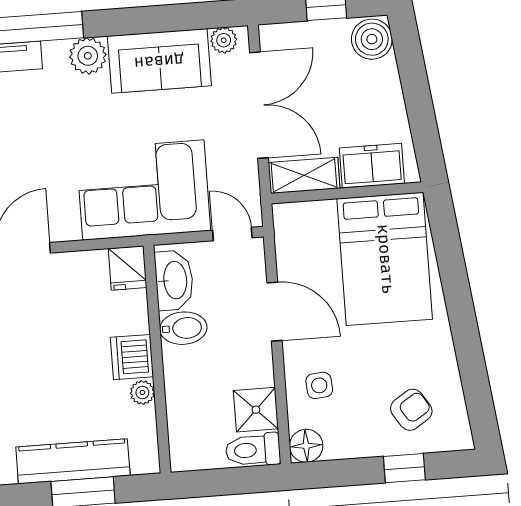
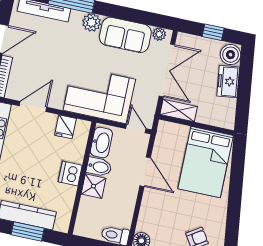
freezer: (372, 166) -> (228, 82), moved, turned -97
fridge: (128, 268) -> (65, 127), moved
side table: (319, 385) -> (156, 214), removed
plant: (142, 393) -> (70, 192), removed
shower: (256, 410) -> (93, 186), moved

